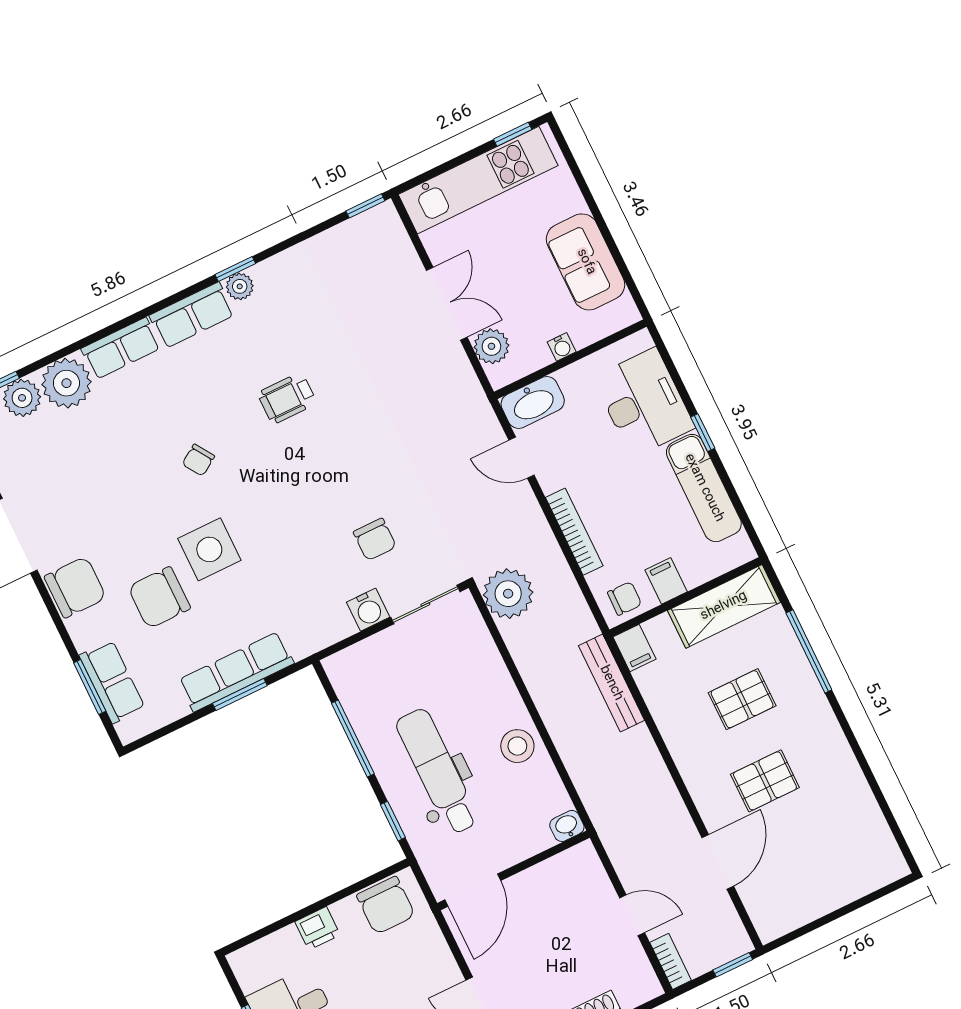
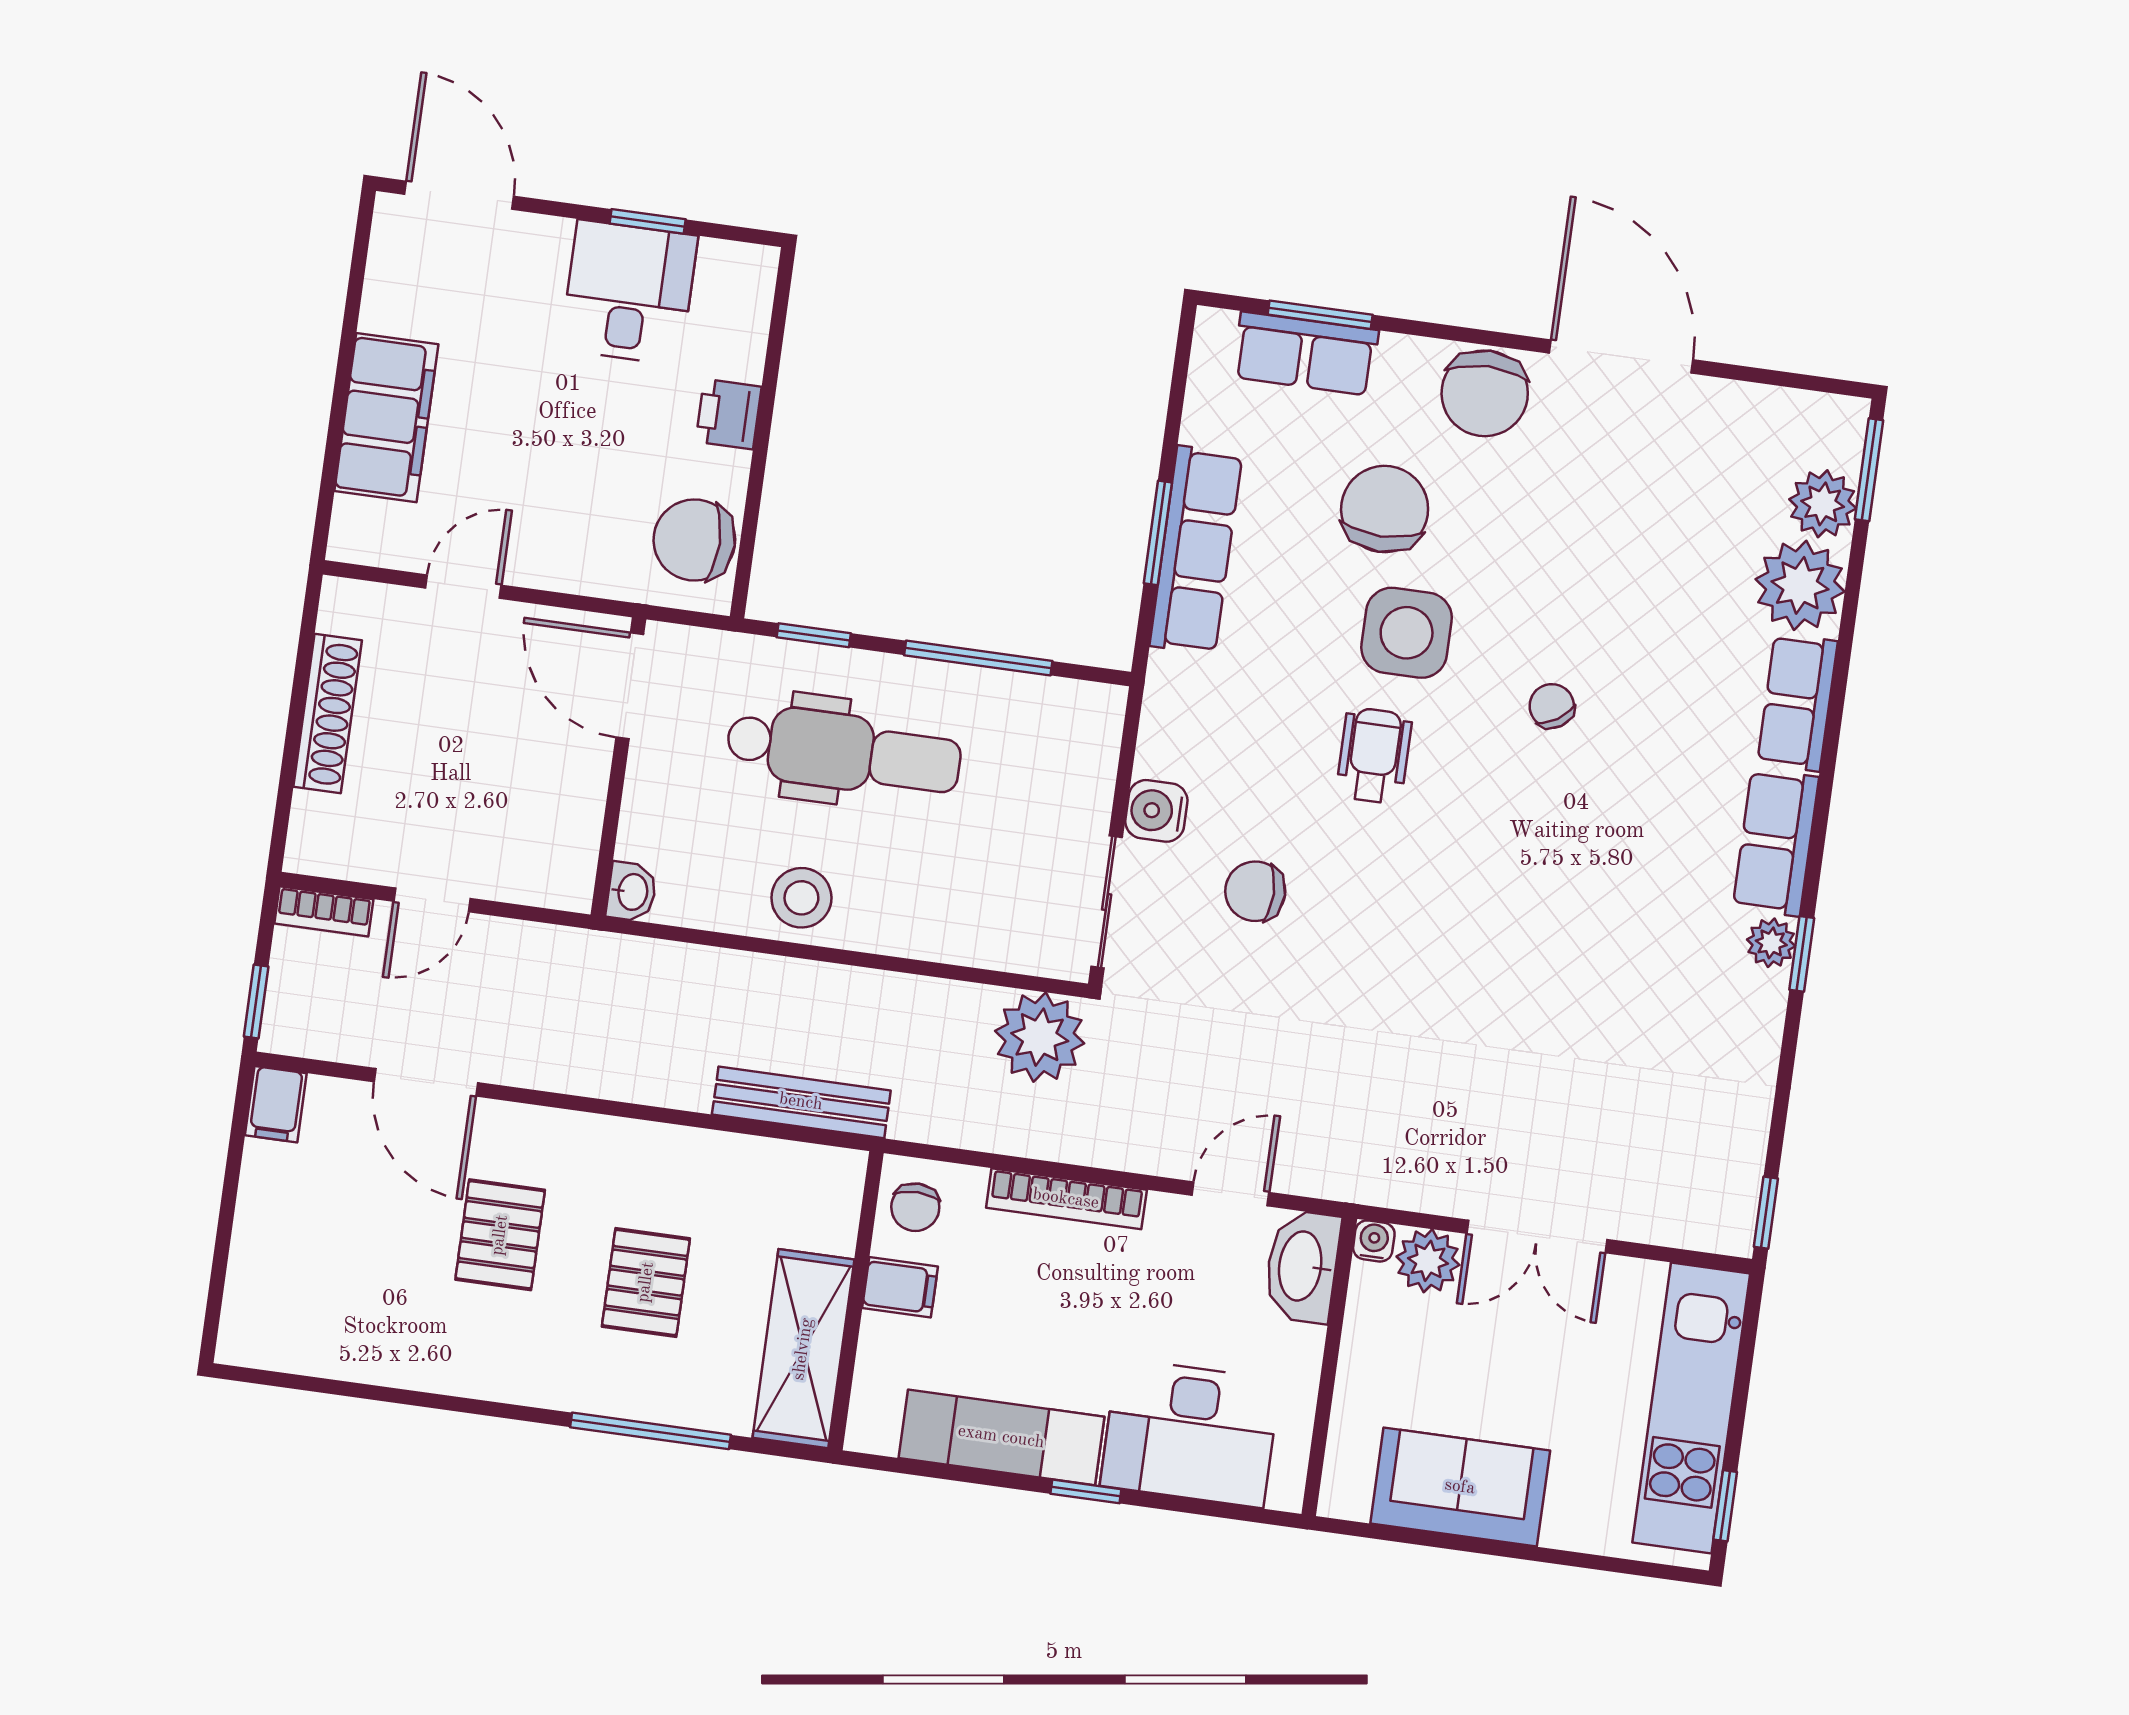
water cooler: (562, 347) -> (1374, 1241), moved, turned 90
wheelchair: (287, 398) -> (1374, 755), moved
filing cabinet: (634, 648) -> (276, 1104), moved, turned -90

